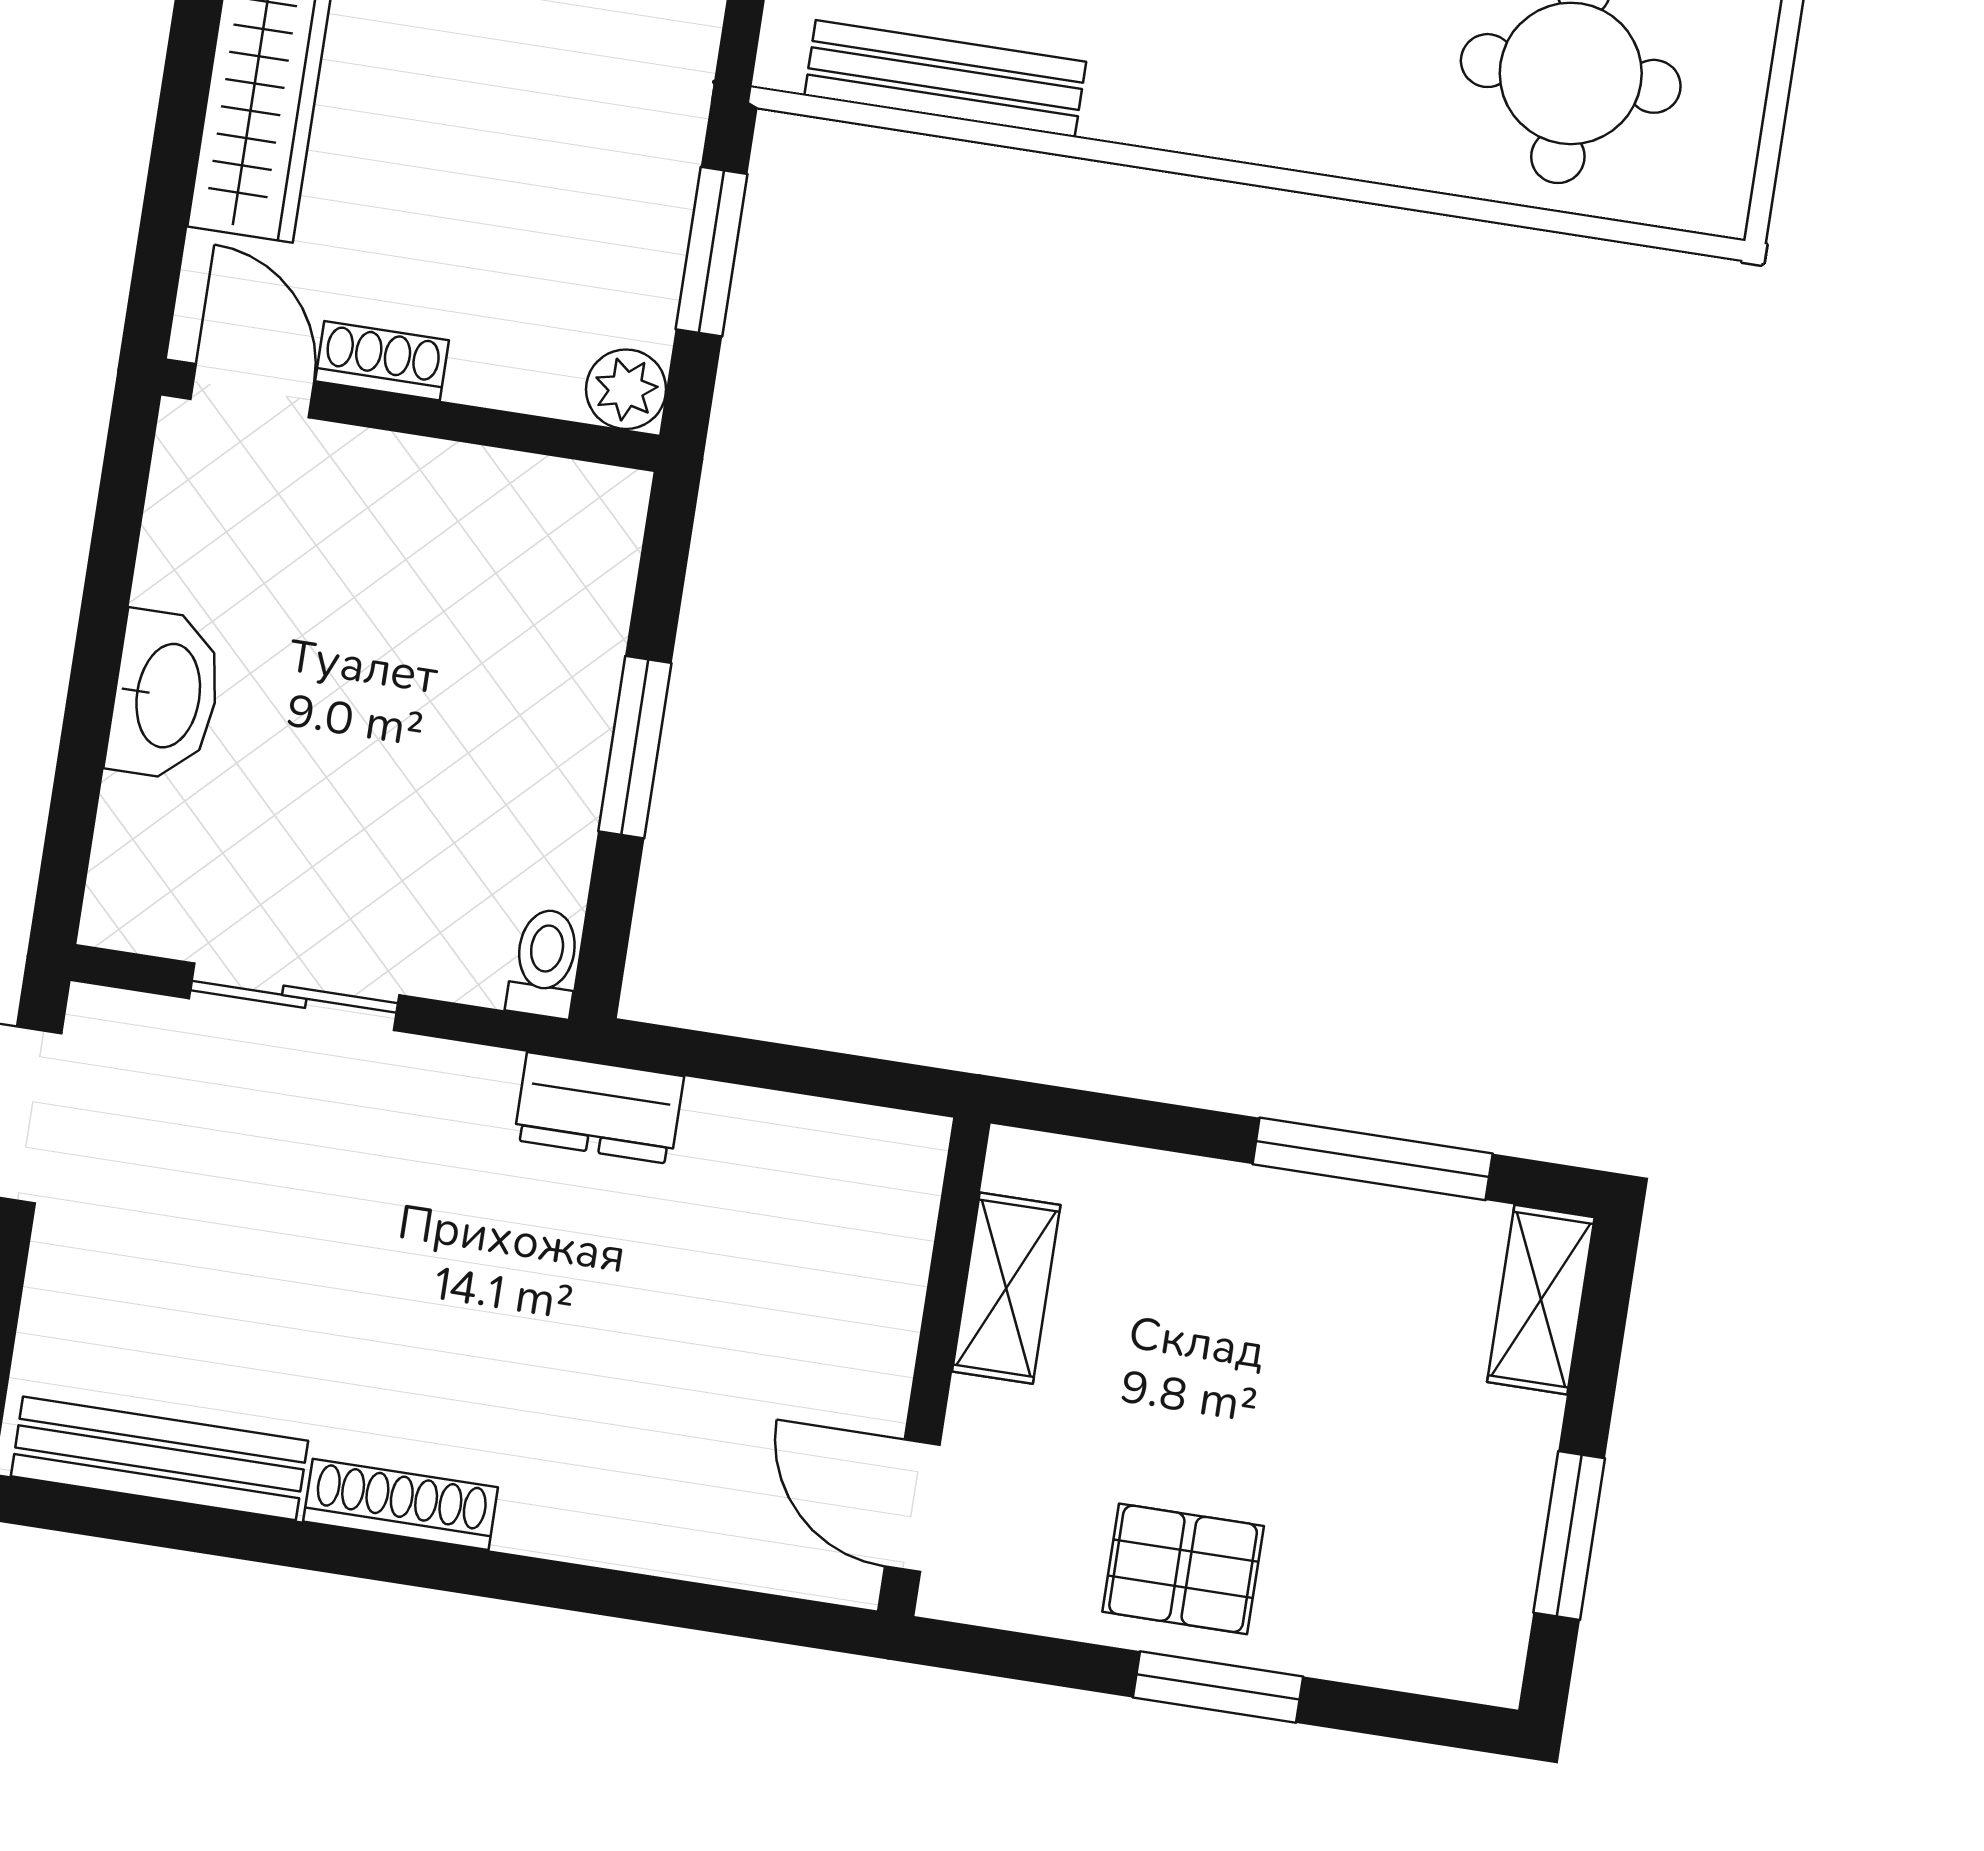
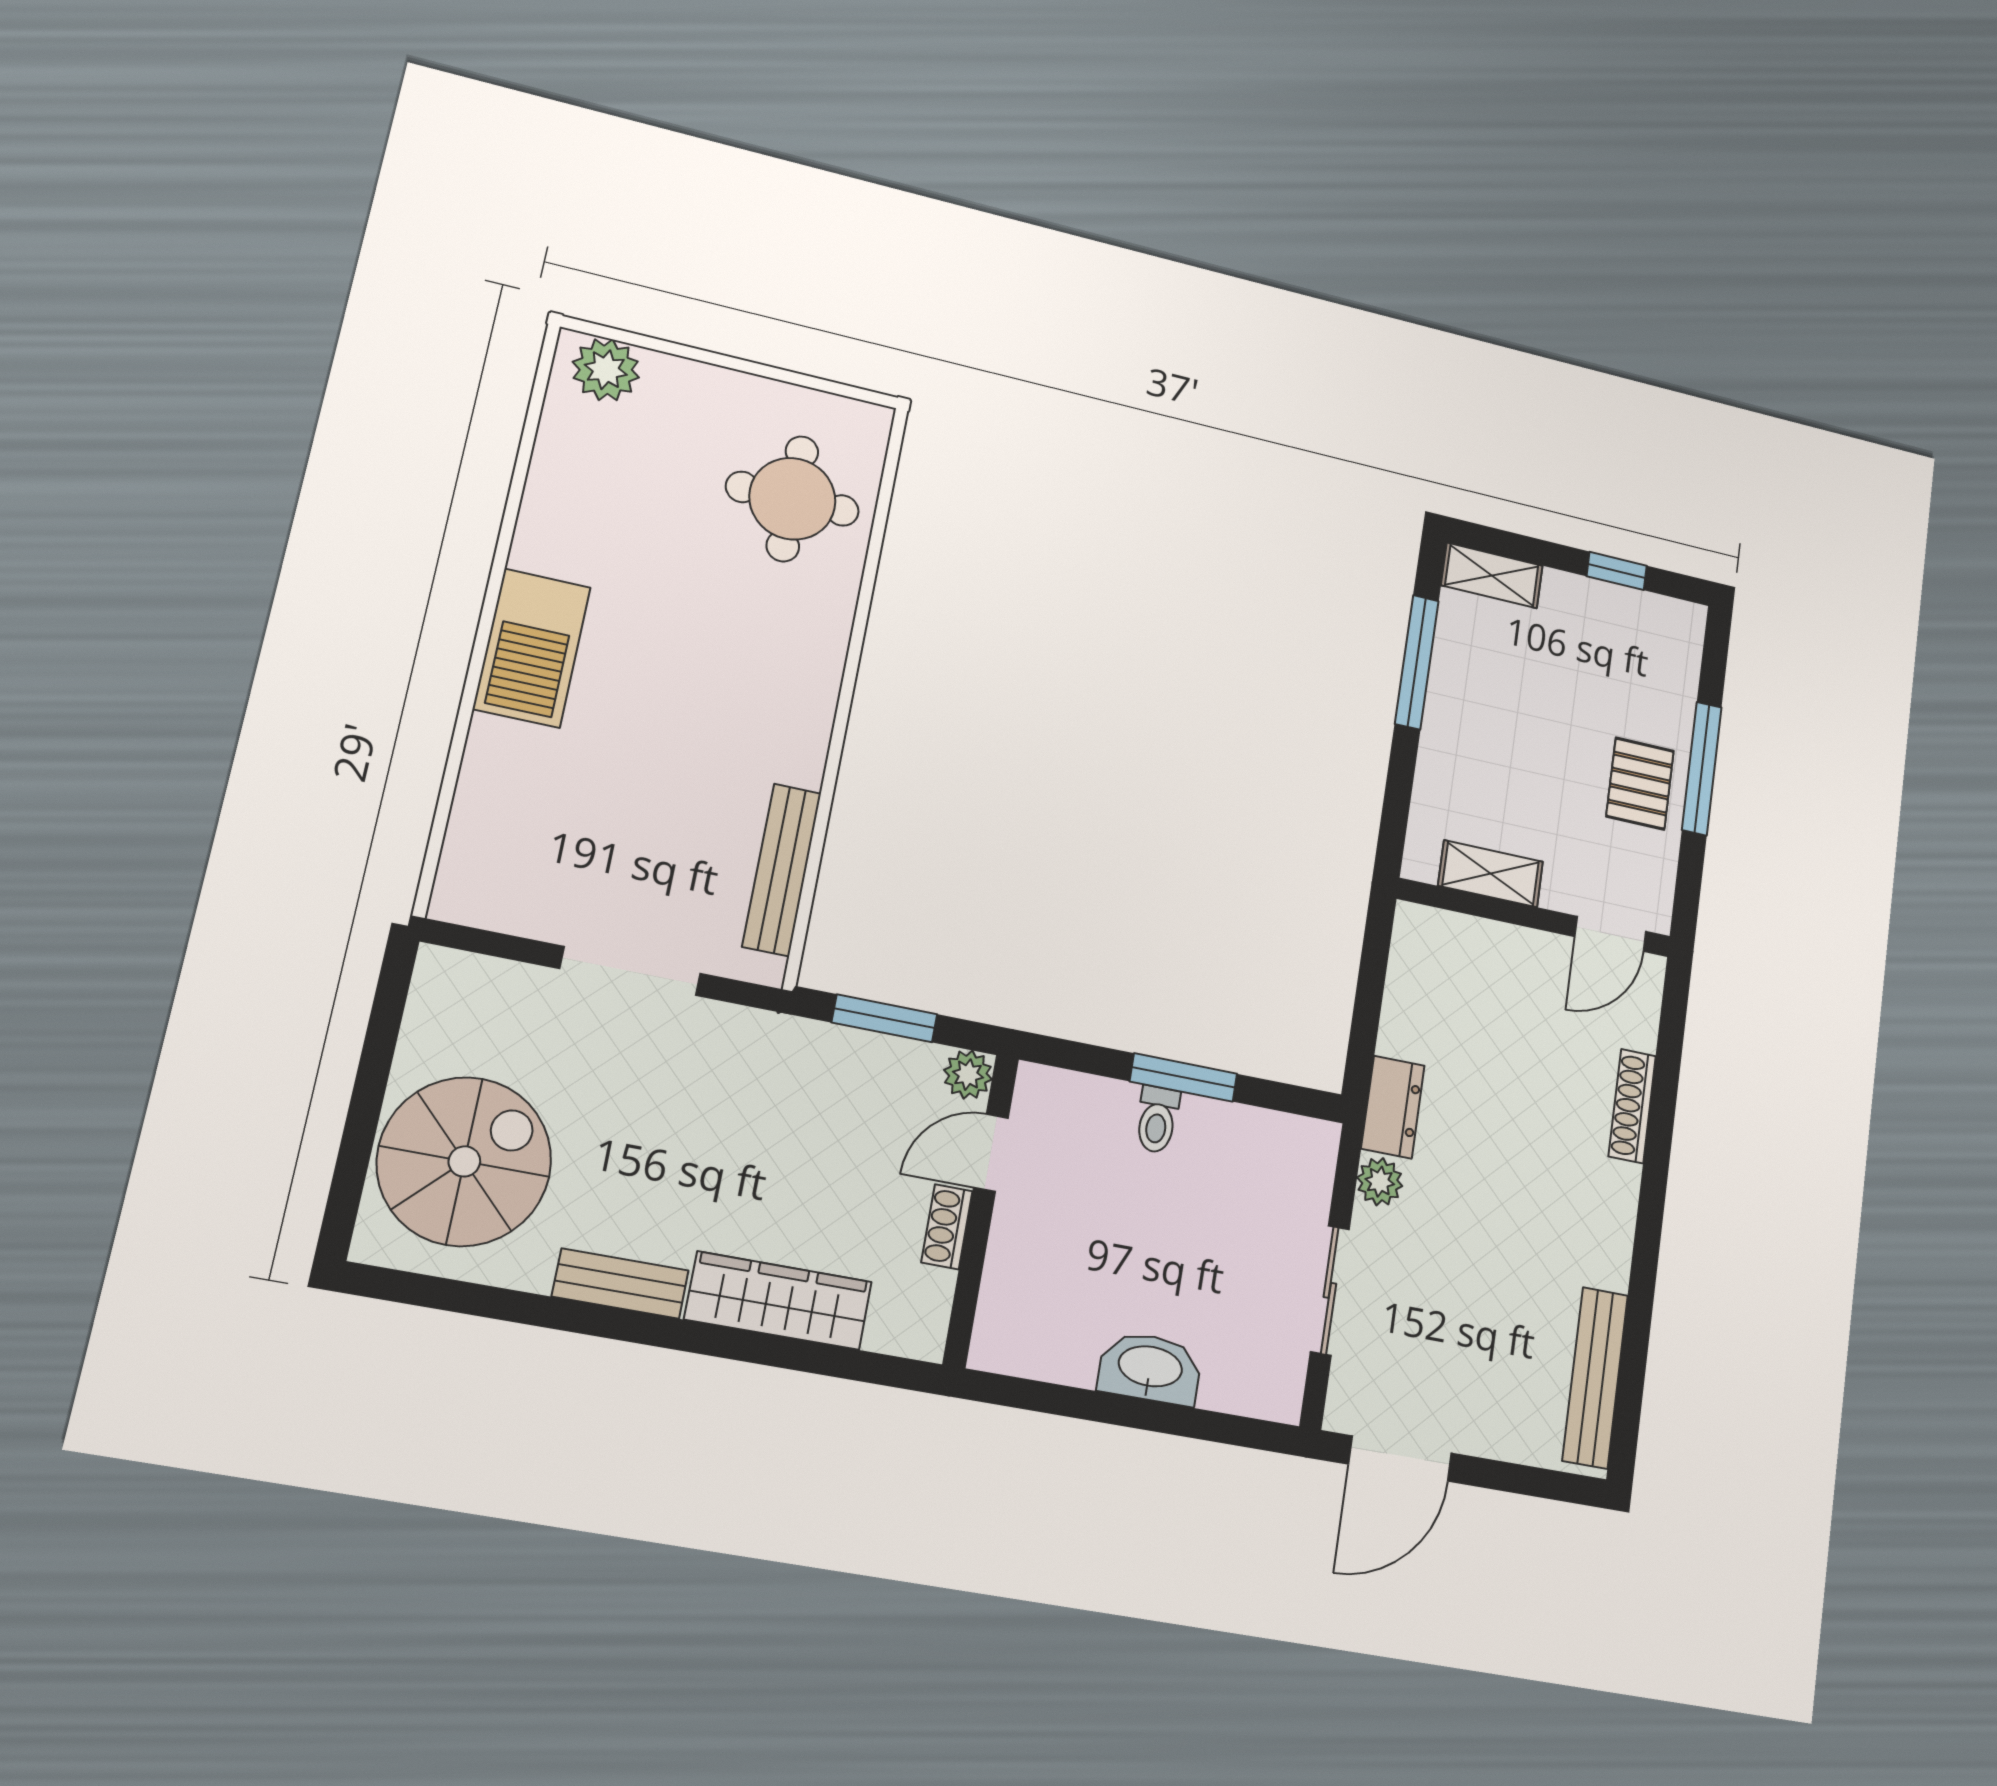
door: (252, 391) -> (991, 1153), moved
toilet: (545, 963) -> (1157, 1119), moved, turned -90
plant: (474, 1084) -> (1380, 1182), added
shoe rack: (401, 1504) -> (1632, 1106), moved
window: (1569, 1535) -> (1617, 571), width x0.67
window: (1218, 1687) -> (1702, 768), width x1.44

